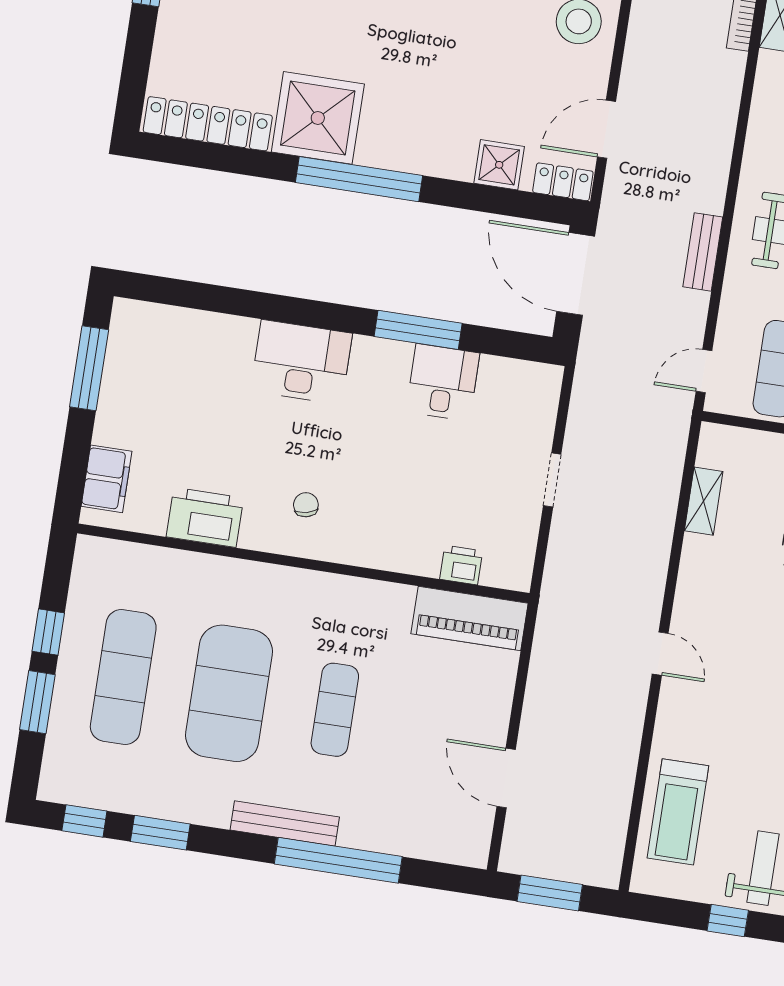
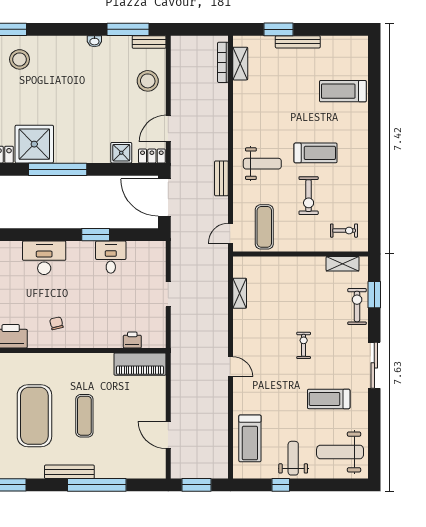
window: (418, 330) -> (96, 235), width x0.69

